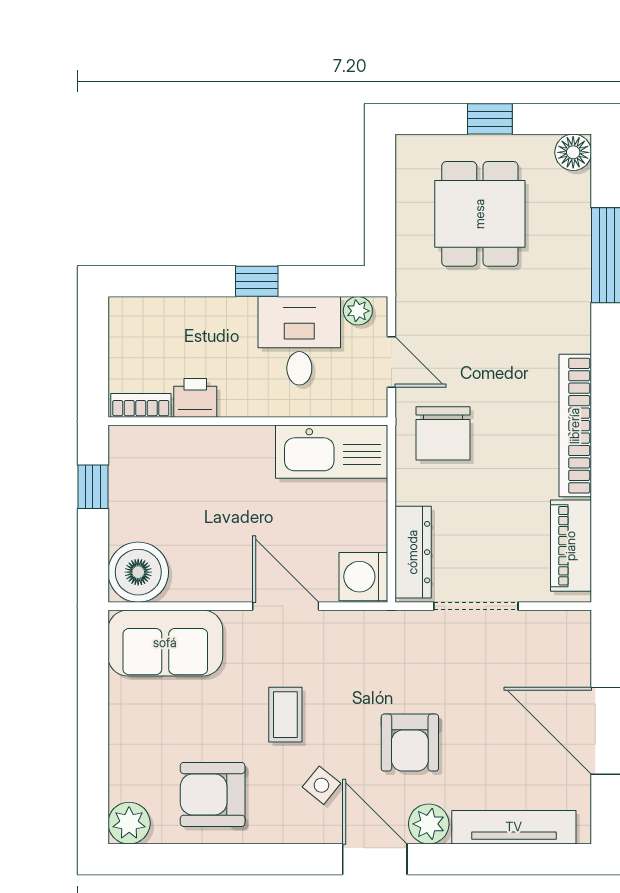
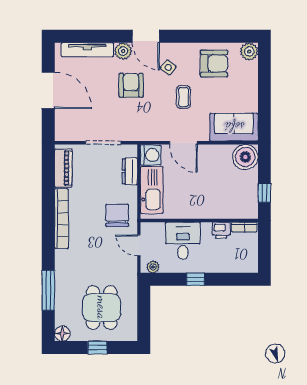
desk: (299, 341) -> (183, 241), moved, turned 180
kitchen sink: (332, 452) -> (152, 190), moved, turned 90
dresser: (413, 552) -> (130, 171), width x0.70

